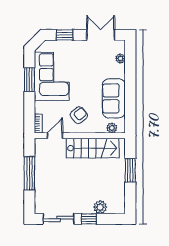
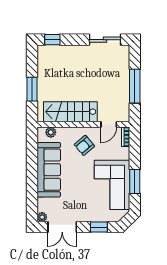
plant: (120, 58) -> (42, 217), moved
sofa: (114, 98) -> (49, 170), width x1.36
plant: (100, 207) -> (63, 52), removed
window: (89, 219) -> (52, 40), moved

